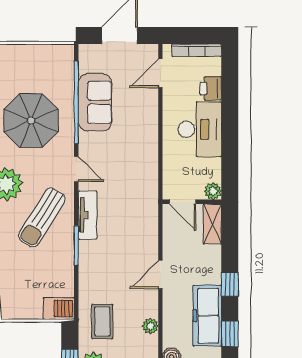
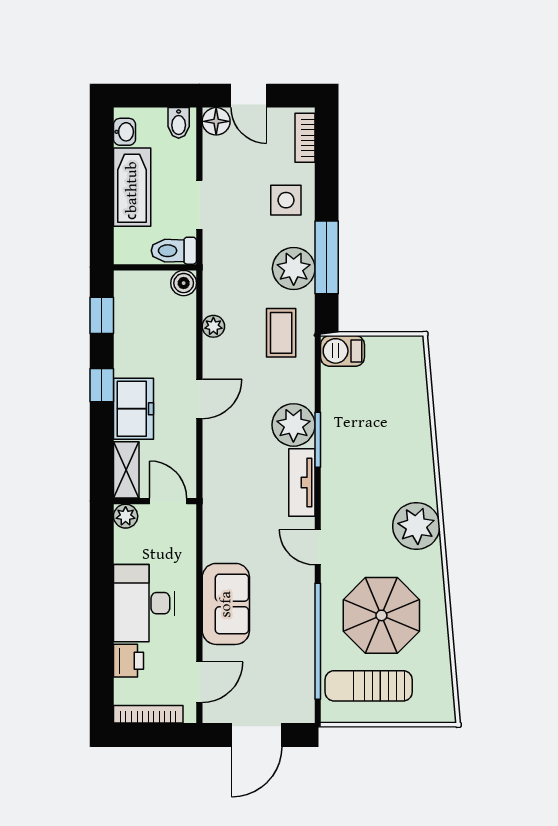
sofa: (95, 102) -> (226, 604), moved, turned 180
sun lounger: (42, 217) -> (369, 686), moved, turned -122
plant: (93, 256) -> (293, 425), added
freezer: (207, 316) -> (133, 409), moved, width x0.71

